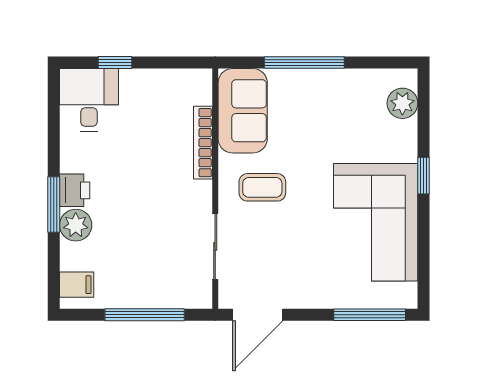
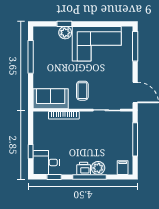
window: (304, 62) -> (31, 57), moved
plant: (402, 103) -> (65, 33), moved
window: (54, 119) -> (54, 177), added
window: (424, 176) -> (64, 24), moved
window: (54, 205) -> (89, 177), width x1.44

